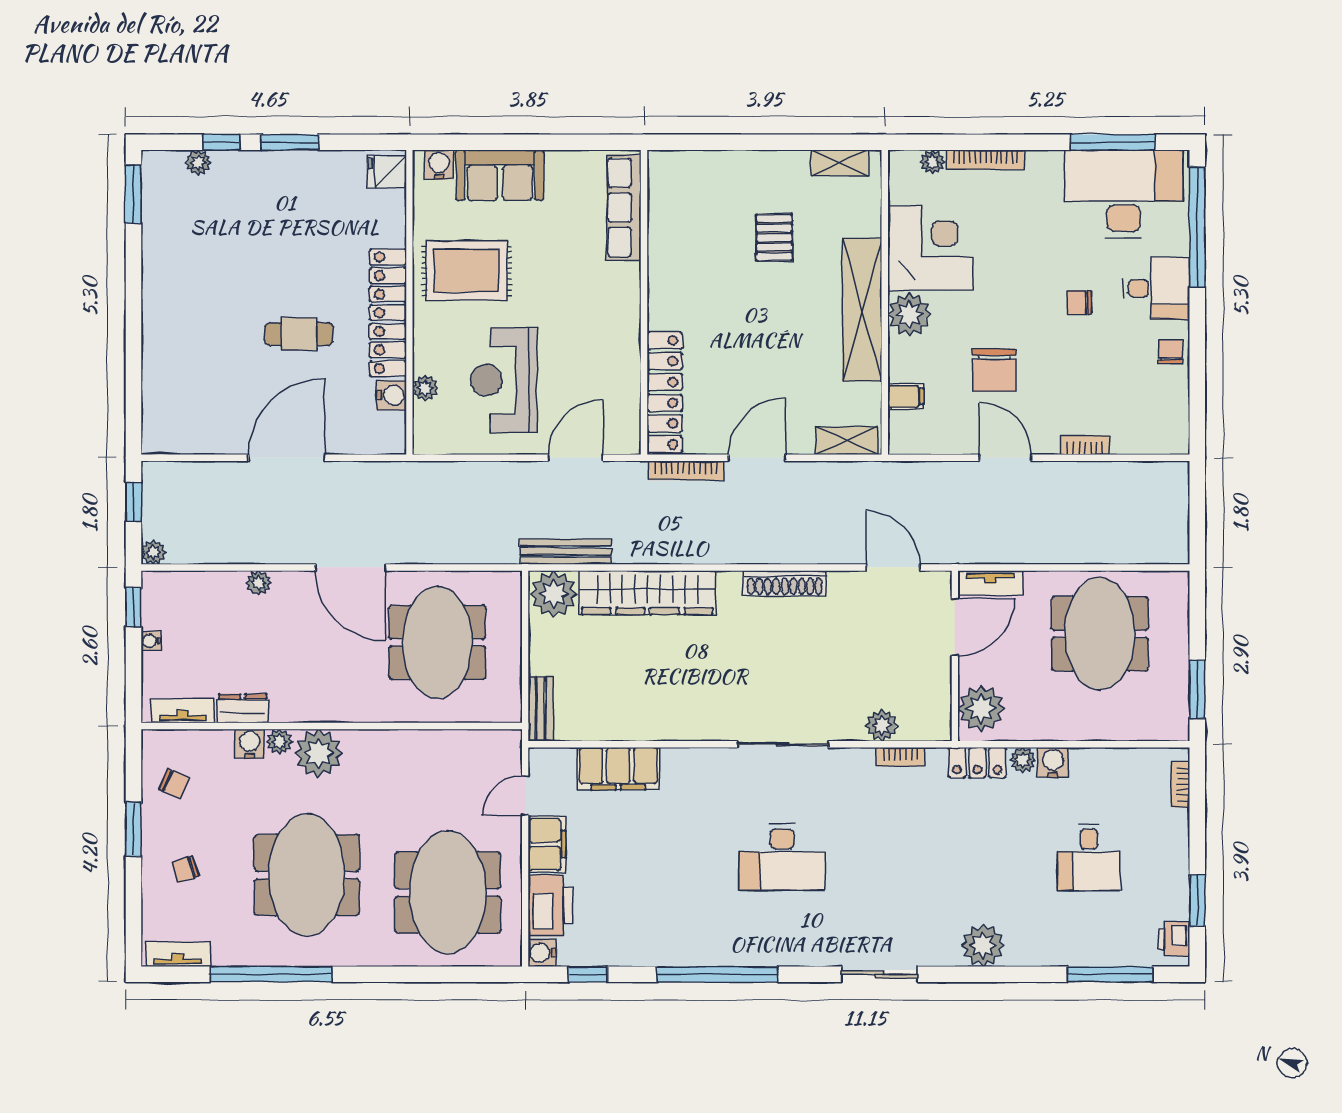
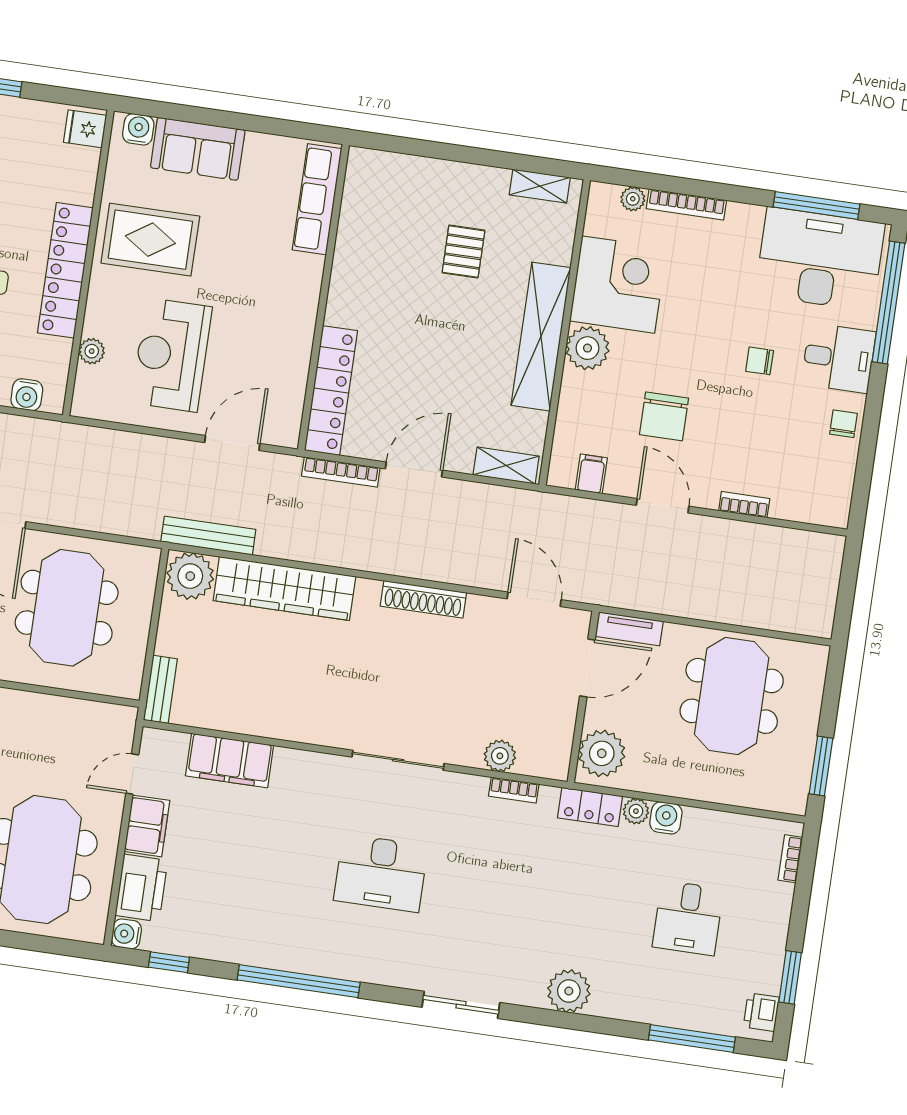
water cooler: (391, 395) -> (27, 395), moved, turned 90
filing cabinet: (906, 397) -> (591, 474), moved, turned -90

